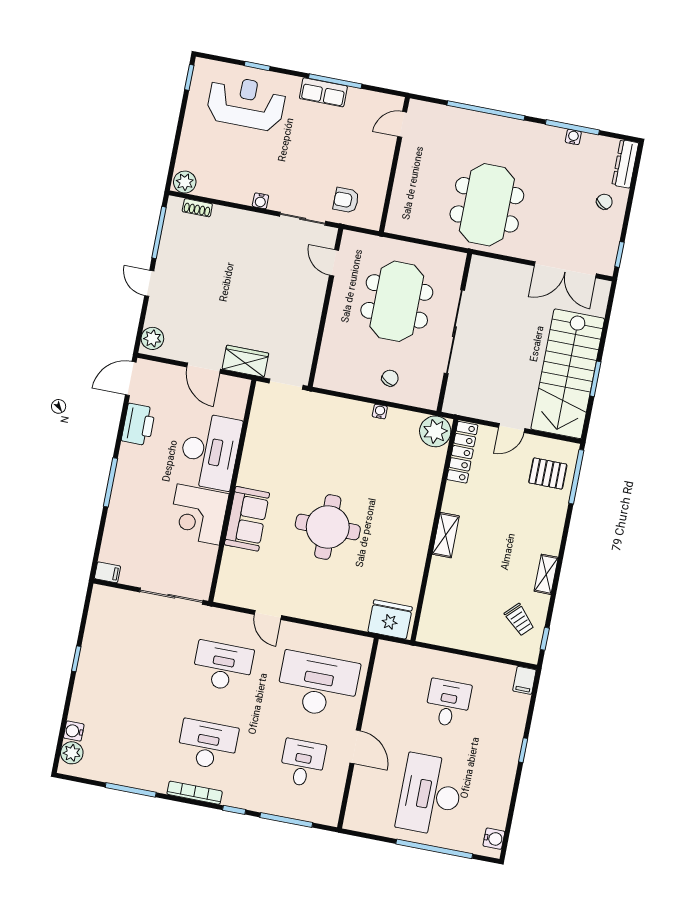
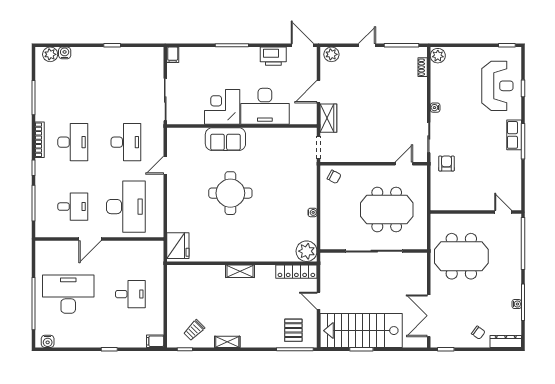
door: (402, 124) -> (503, 212), moved
wall: (394, 165) -> (476, 212), moved
chair: (390, 378) -> (334, 177), moved

